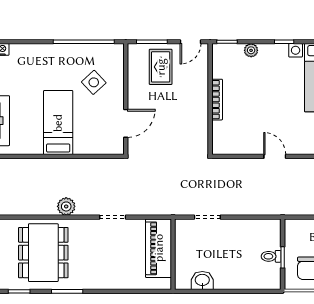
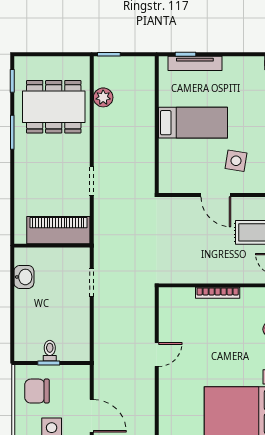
side table: (94, 82) -> (236, 161), turned -38
door: (126, 123) -> (216, 195), moved
plant: (66, 206) -> (103, 97), moved

